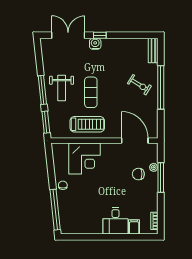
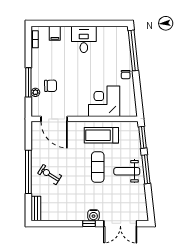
weight bench: (62, 88) -> (127, 171), turned -90
desk: (115, 221) -> (84, 39), moved

